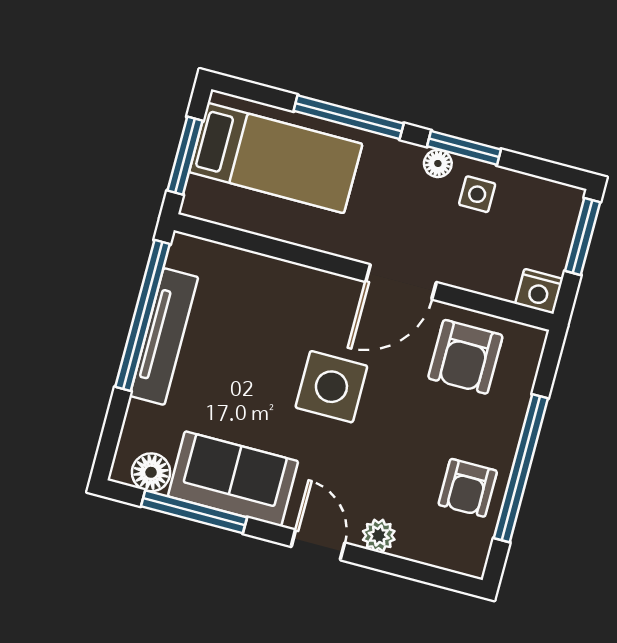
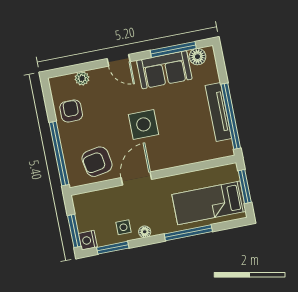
window: (464, 148) -> (113, 248), moved
nightstand: (539, 291) -> (88, 240), moved, turned -90
armchair: (465, 357) -> (97, 162), turned -100
window: (521, 468) -> (59, 154), moved
plant: (379, 535) -> (82, 78), moved

